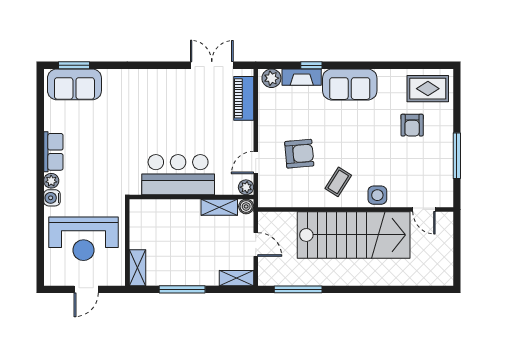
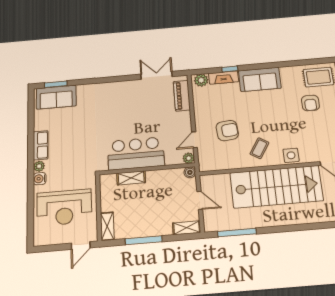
shelving: (219, 207) -> (131, 178), moved
door: (86, 289) -> (81, 245), moved

